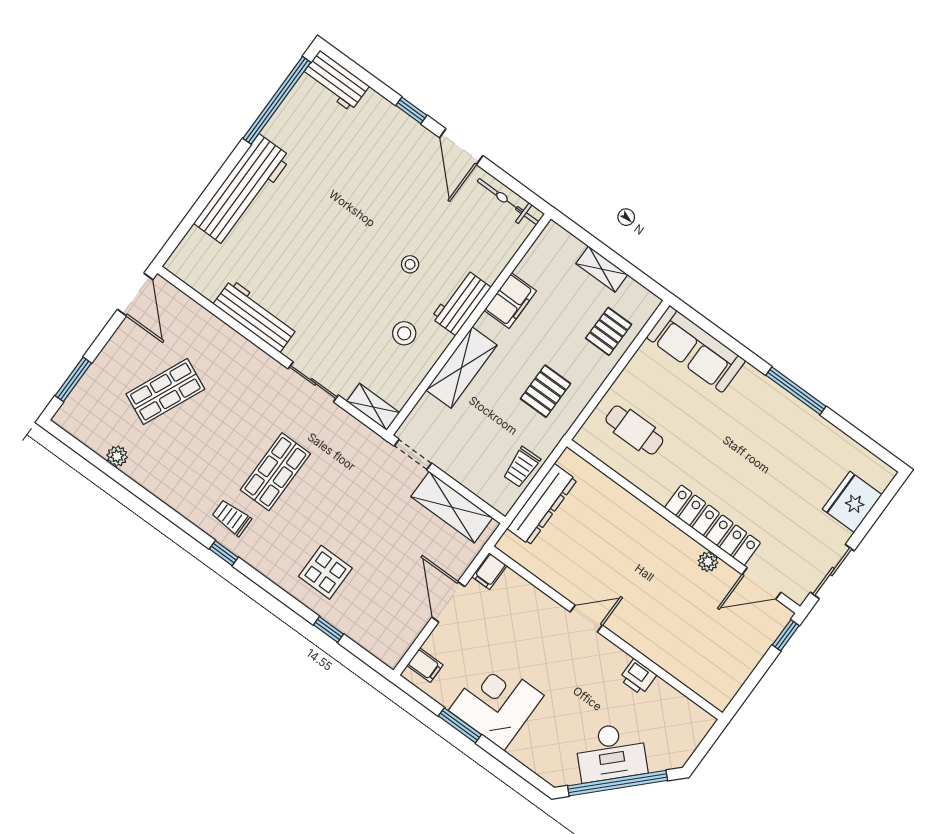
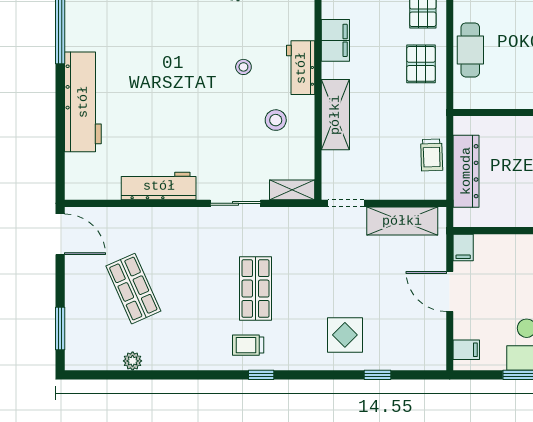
pallet: (546, 391) -> (421, 64), moved
shop shelf: (165, 392) -> (133, 289), turned -48
cafe table: (634, 430) -> (470, 50), moved, turned 90

